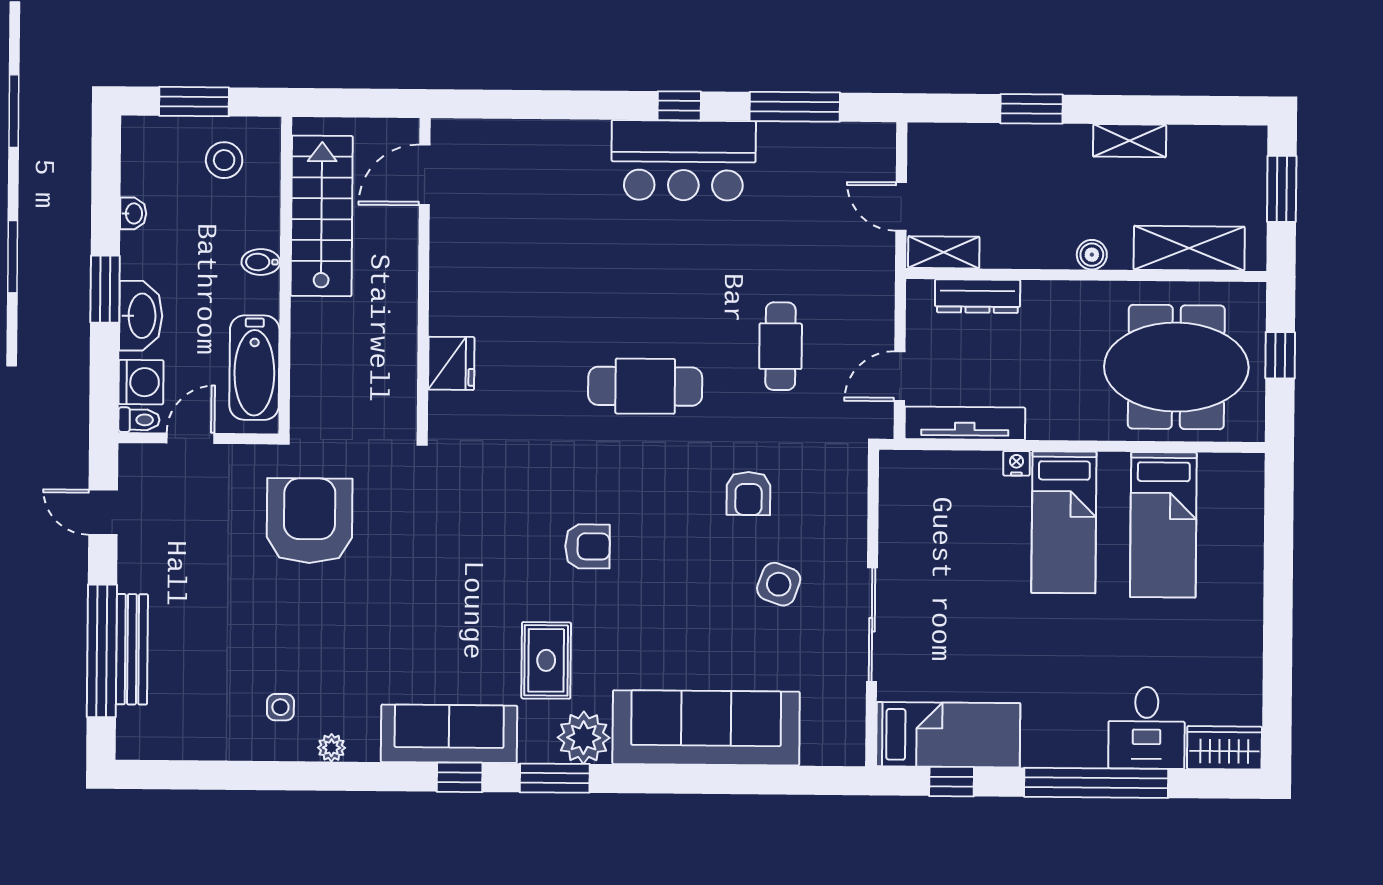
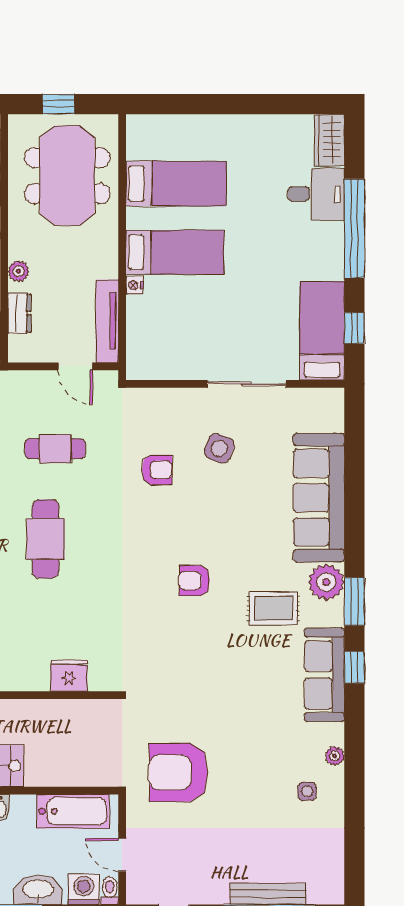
plant: (1038, 295) -> (19, 271), added
dresser: (978, 296) -> (19, 313), width x0.70
cafe table: (645, 386) -> (46, 539), moved
armchair: (587, 546) -> (194, 581), turned -90

